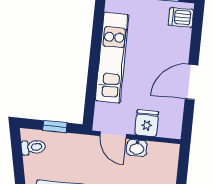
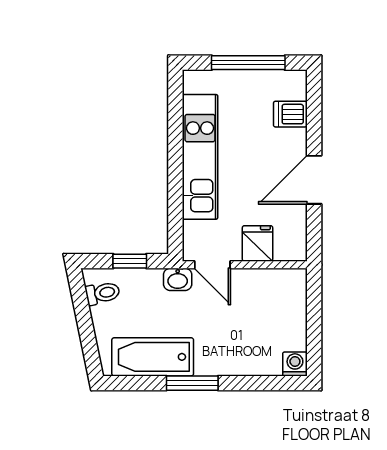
dishwasher: (181, 17) -> (290, 114), moved
washbasin: (137, 148) -> (178, 279), moved

